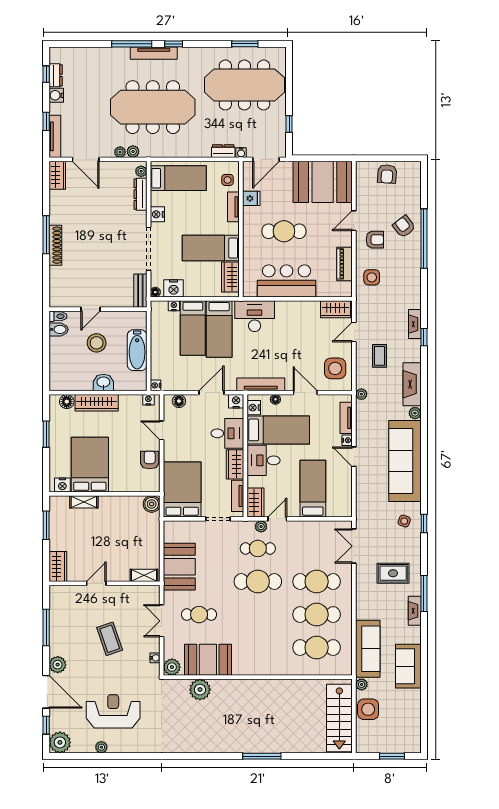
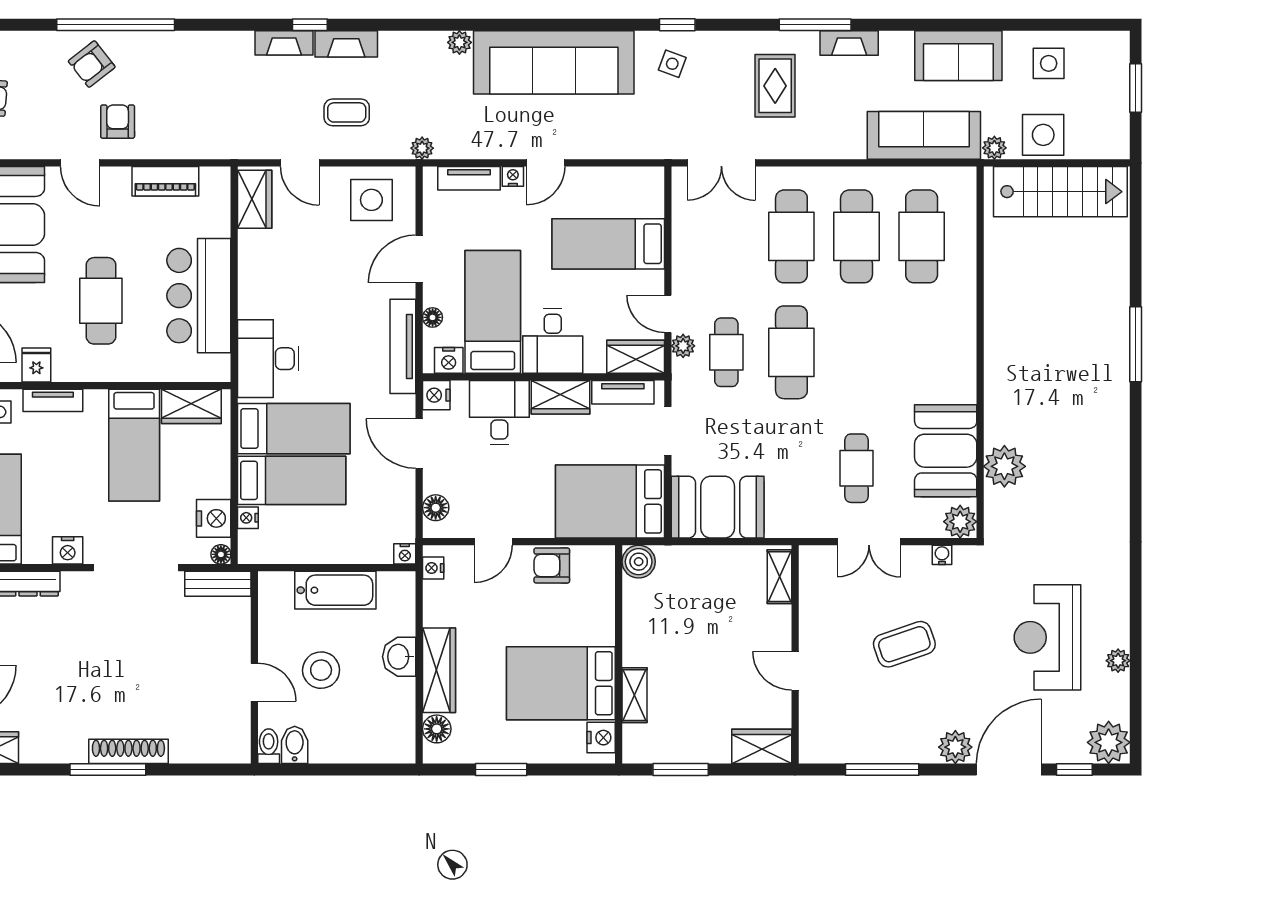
side table: (372, 277) -> (1049, 63), moved
fireplace: (412, 384) -> (346, 44), moved, width x0.73, depth x0.76
booth: (179, 567) -> (718, 507), moved

